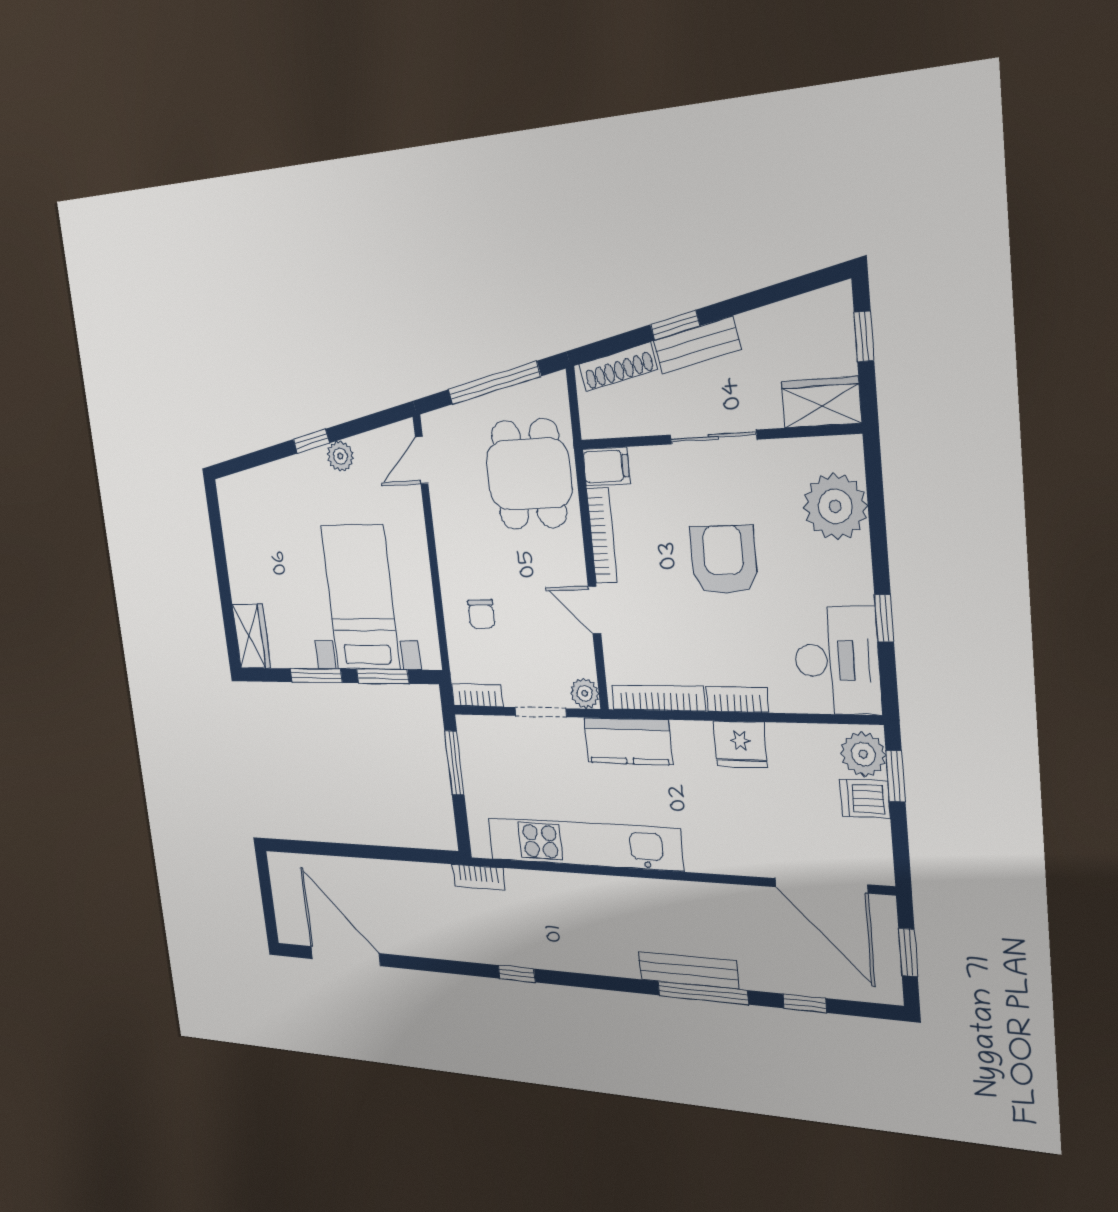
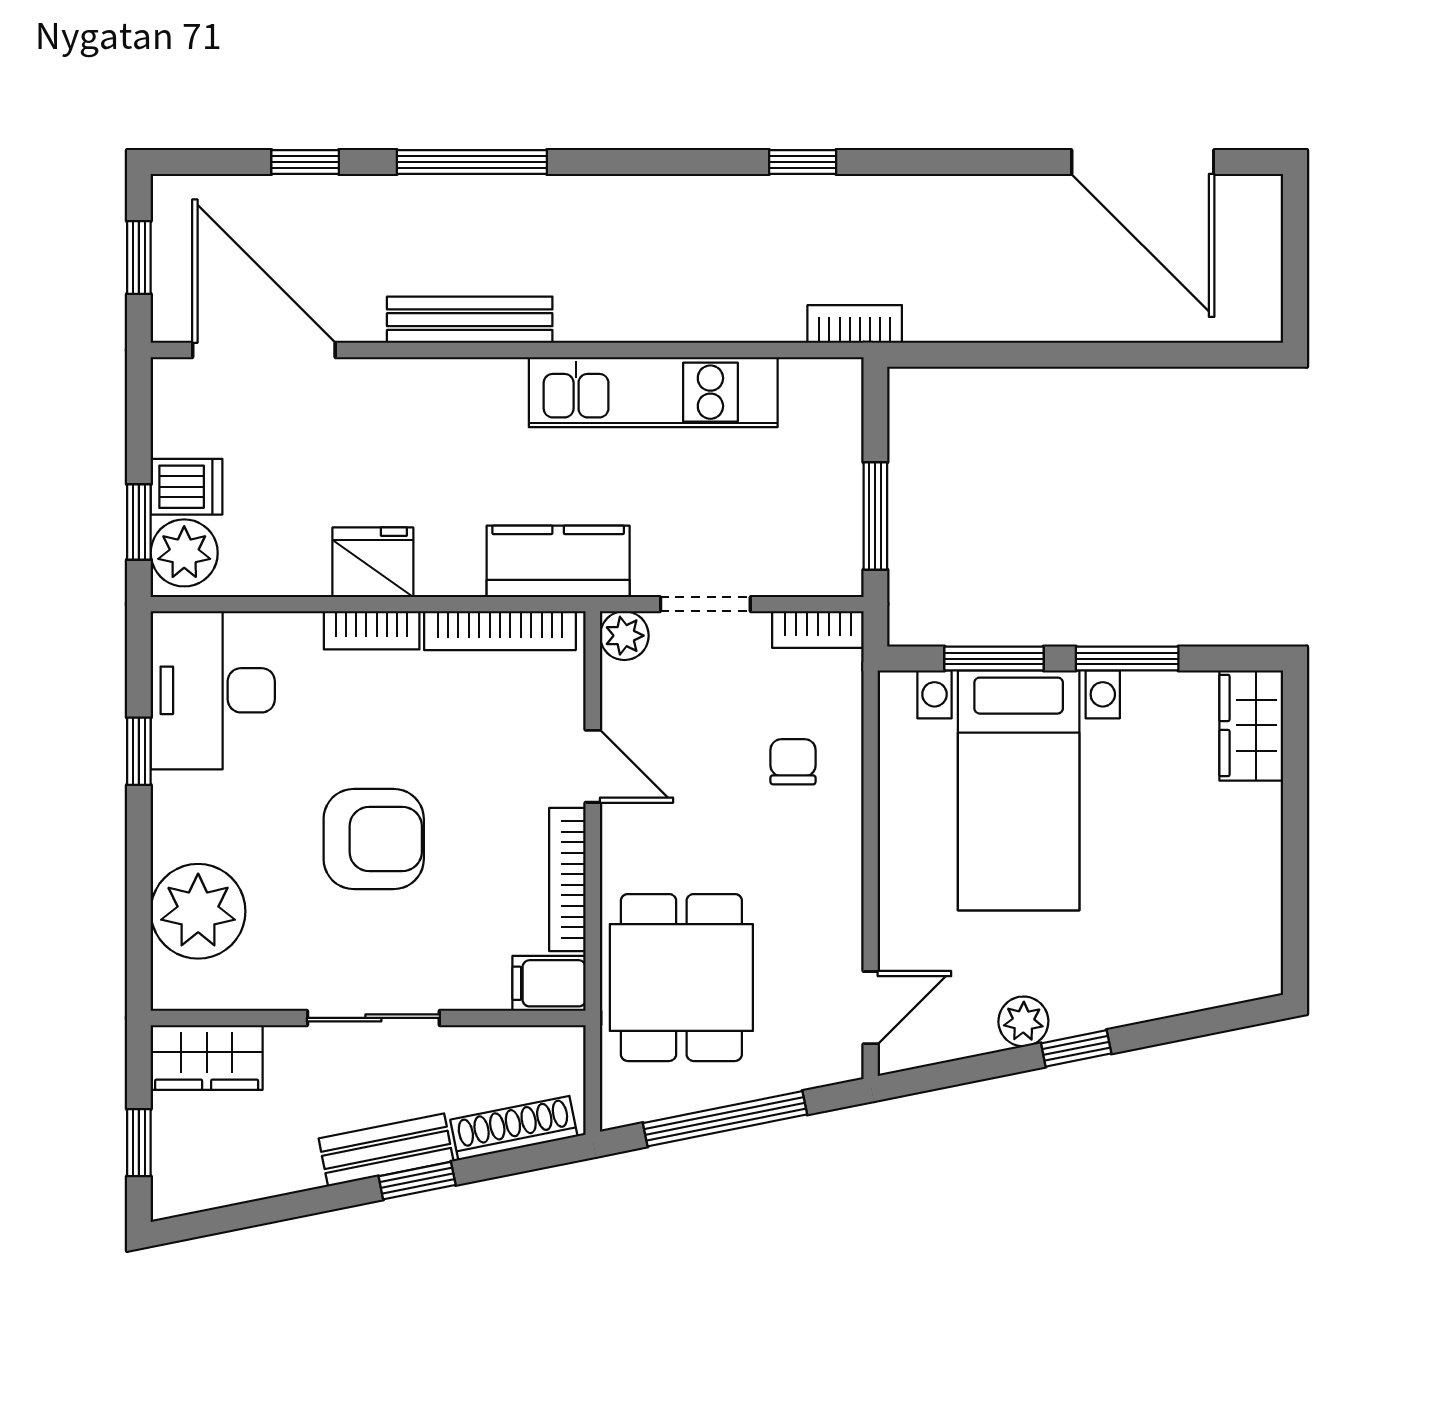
armchair: (724, 560) -> (374, 839), turned -90
kitchen unit: (584, 844) -> (653, 392), width x0.73
bench: (688, 970) -> (470, 320), moved

